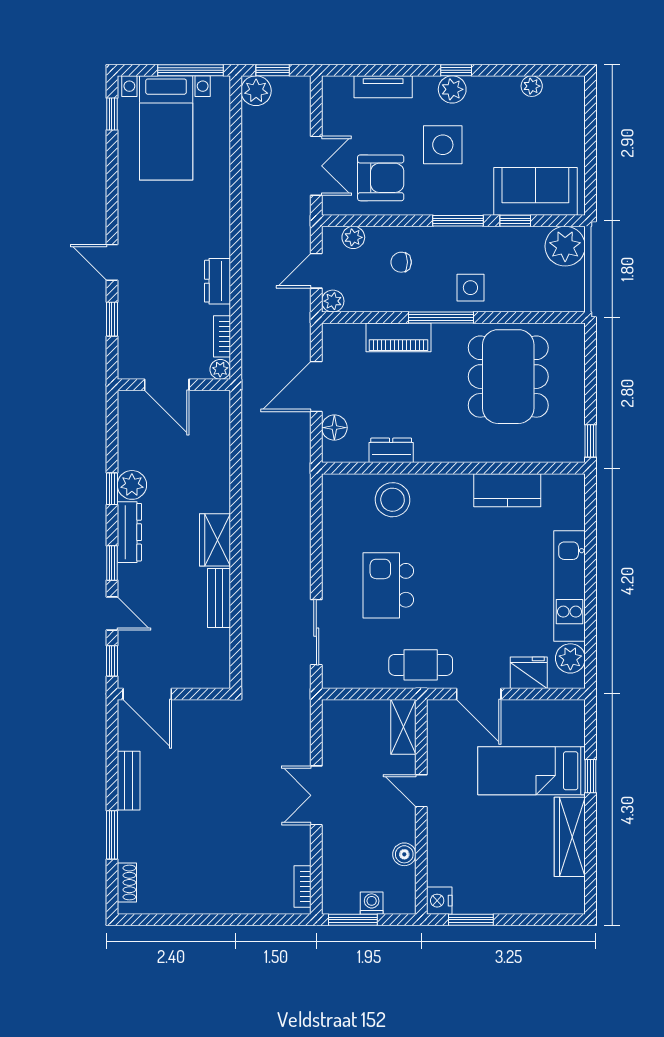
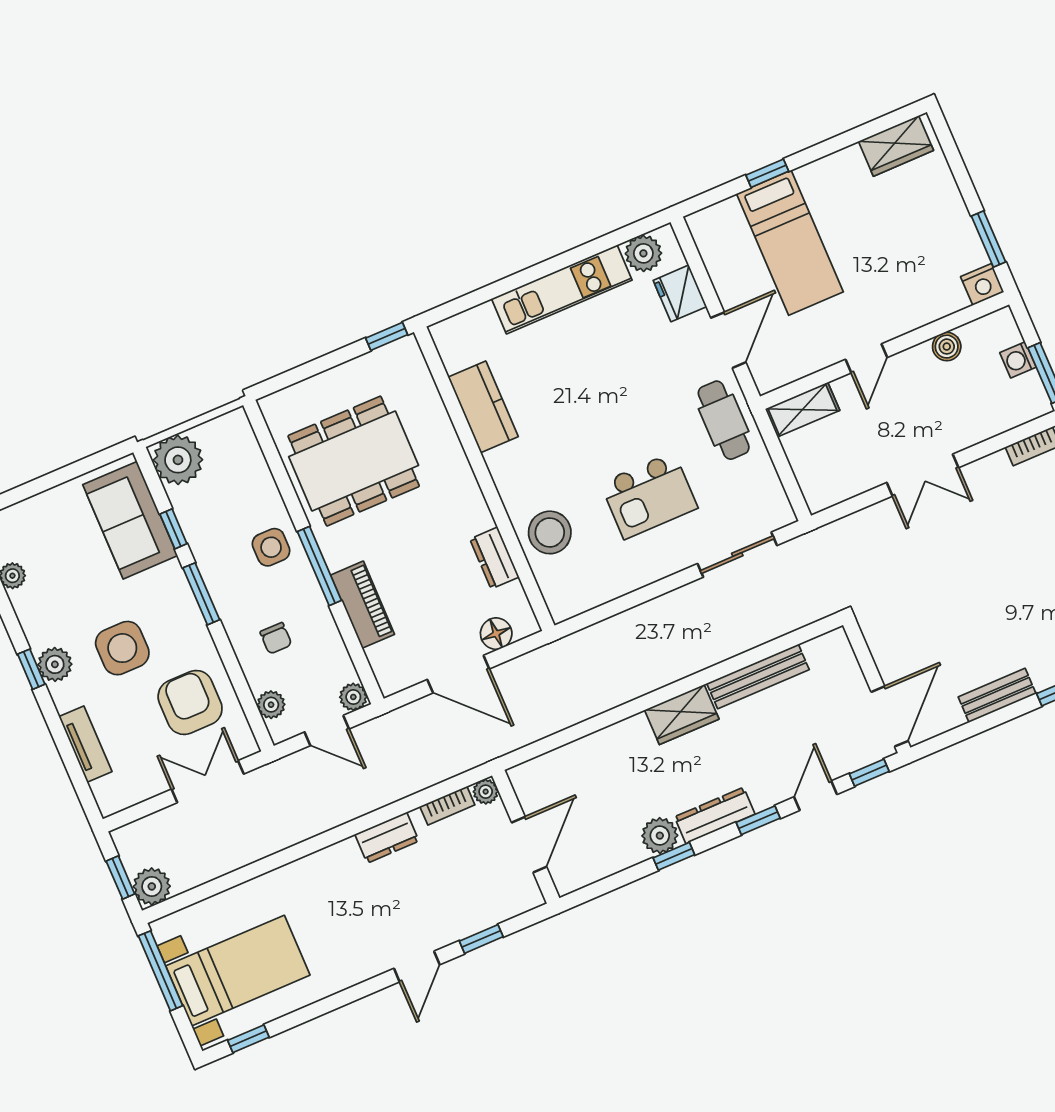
bench: (219, 598) -> (758, 676), width x1.36
wardrobe: (570, 837) -> (896, 146), moved, width x0.67

